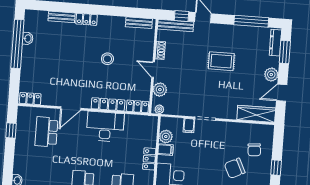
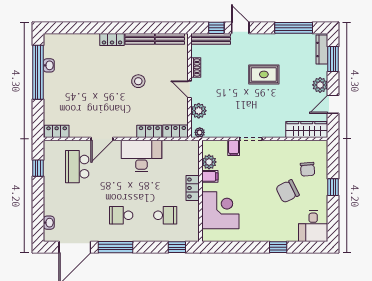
bench: (62, 17) -> (140, 39), moved
locker: (108, 104) -> (149, 131), width x0.66

